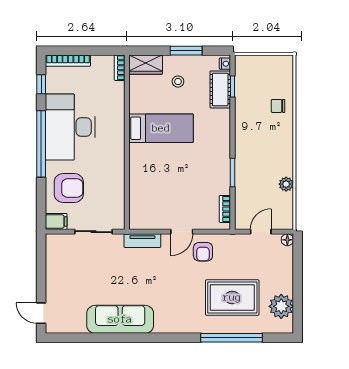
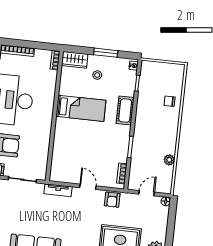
cot: (220, 89) -> (125, 110), moved
door: (182, 232) -> (88, 187), swing flipped
armchair: (203, 252) -> (112, 200), moved

